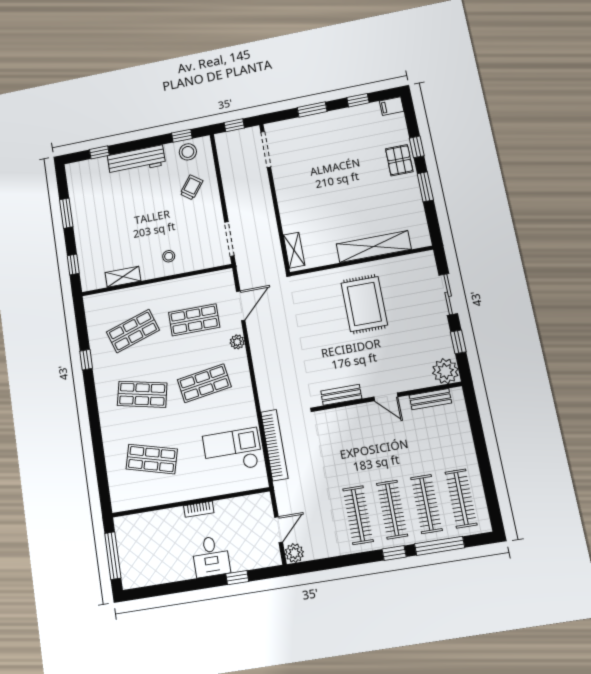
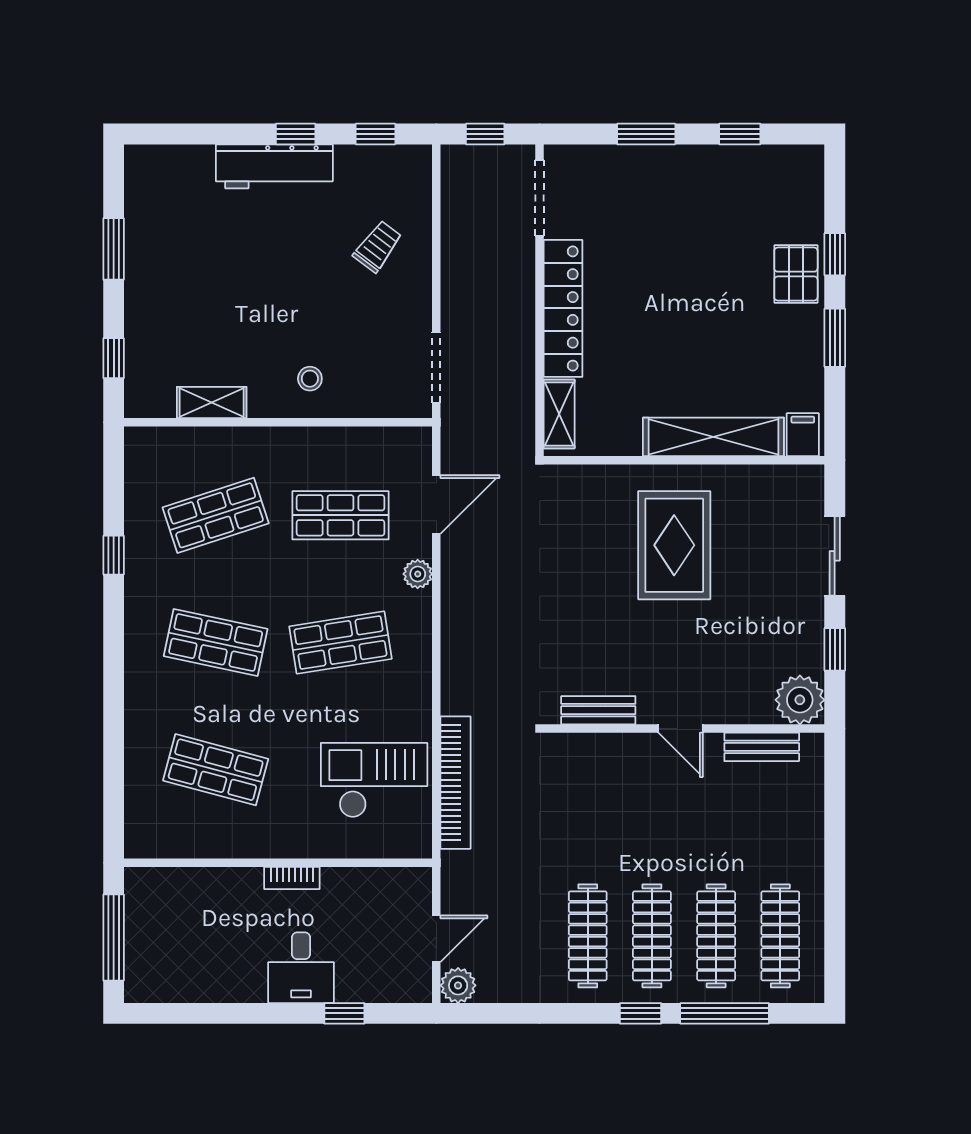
filing cabinet: (392, 106) -> (803, 435), moved, turned 90
window: (99, 152) -> (296, 134), moved
stool: (188, 152) -> (382, 171), removed
locker: (287, 199) -> (563, 308), added

